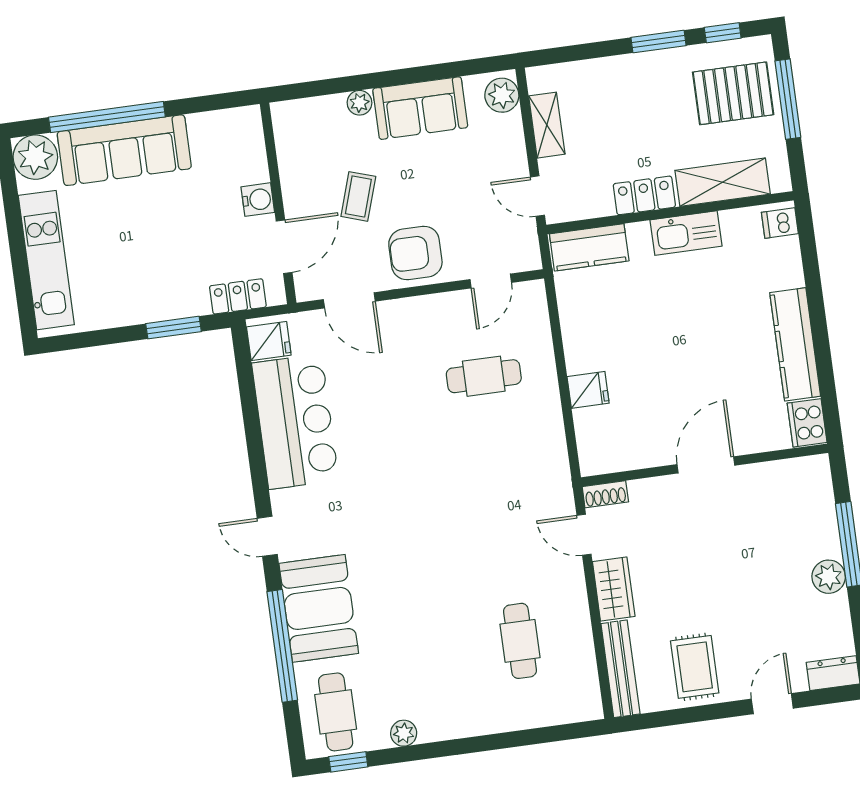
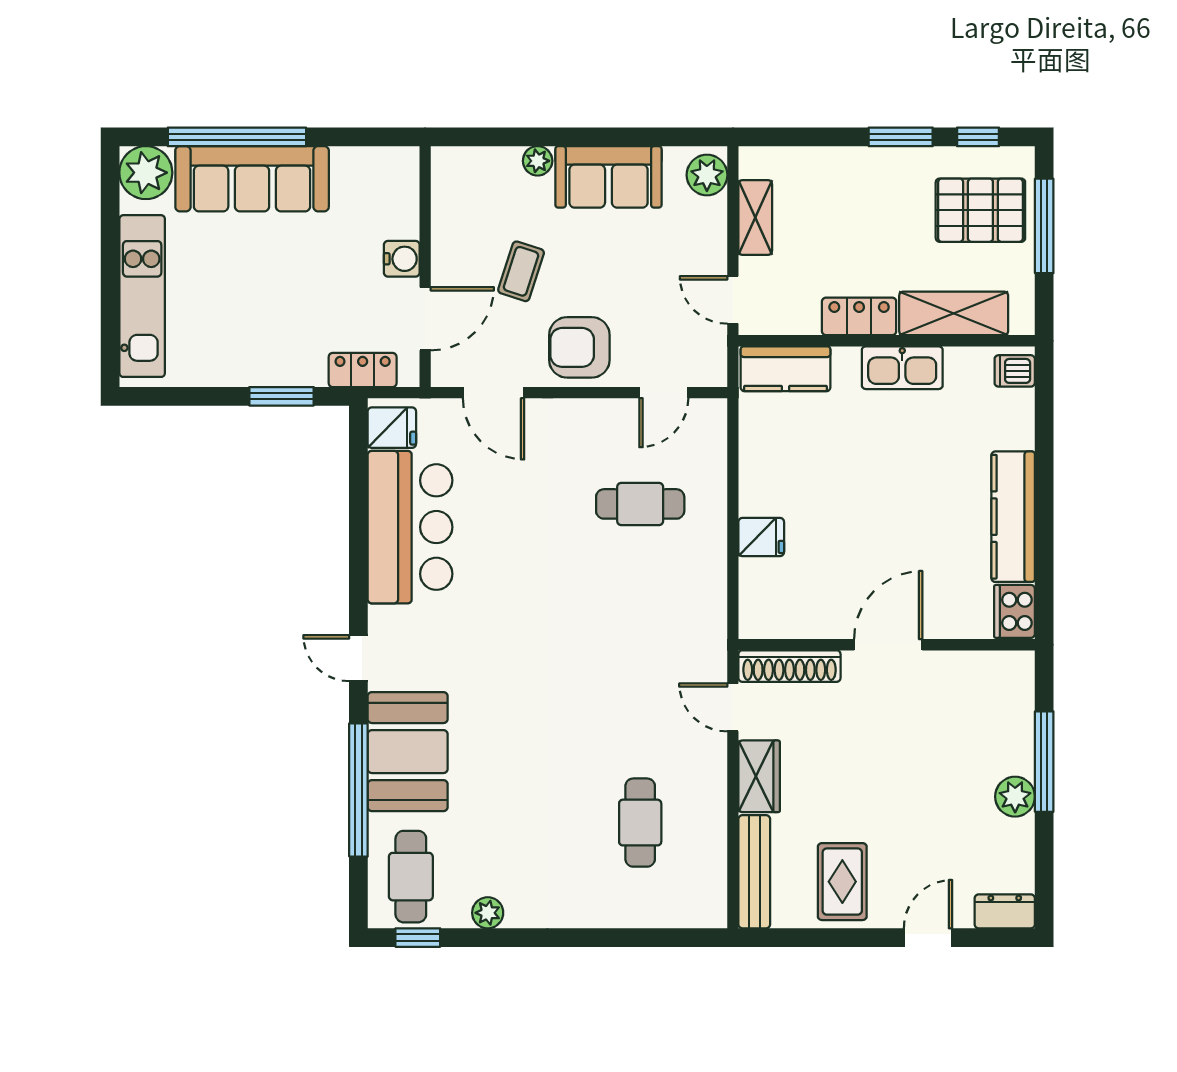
shoe rack: (605, 494) -> (789, 666), width x1.94, depth x1.24

